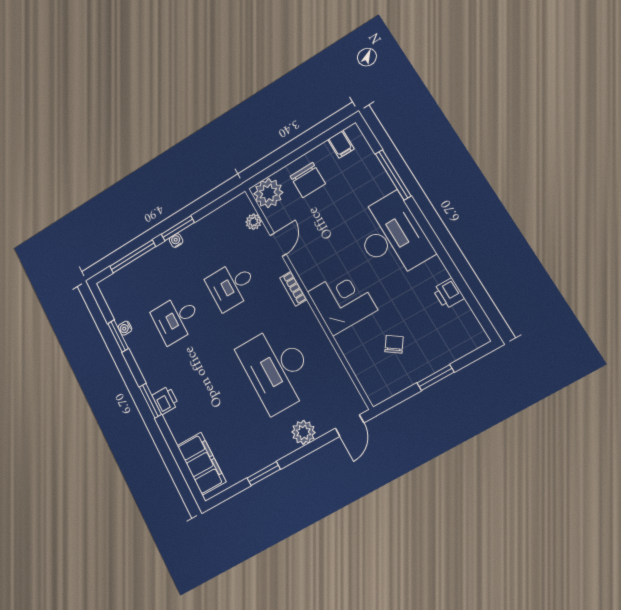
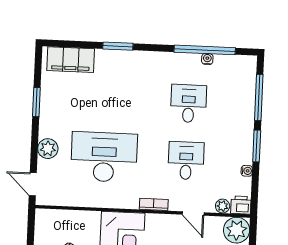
water cooler: (176, 241) -> (247, 171), moved
window: (118, 336) -> (205, 50), width x2.11
printer: (165, 400) -> (241, 205), moved, turned 180
window: (150, 401) -> (118, 46), moved

